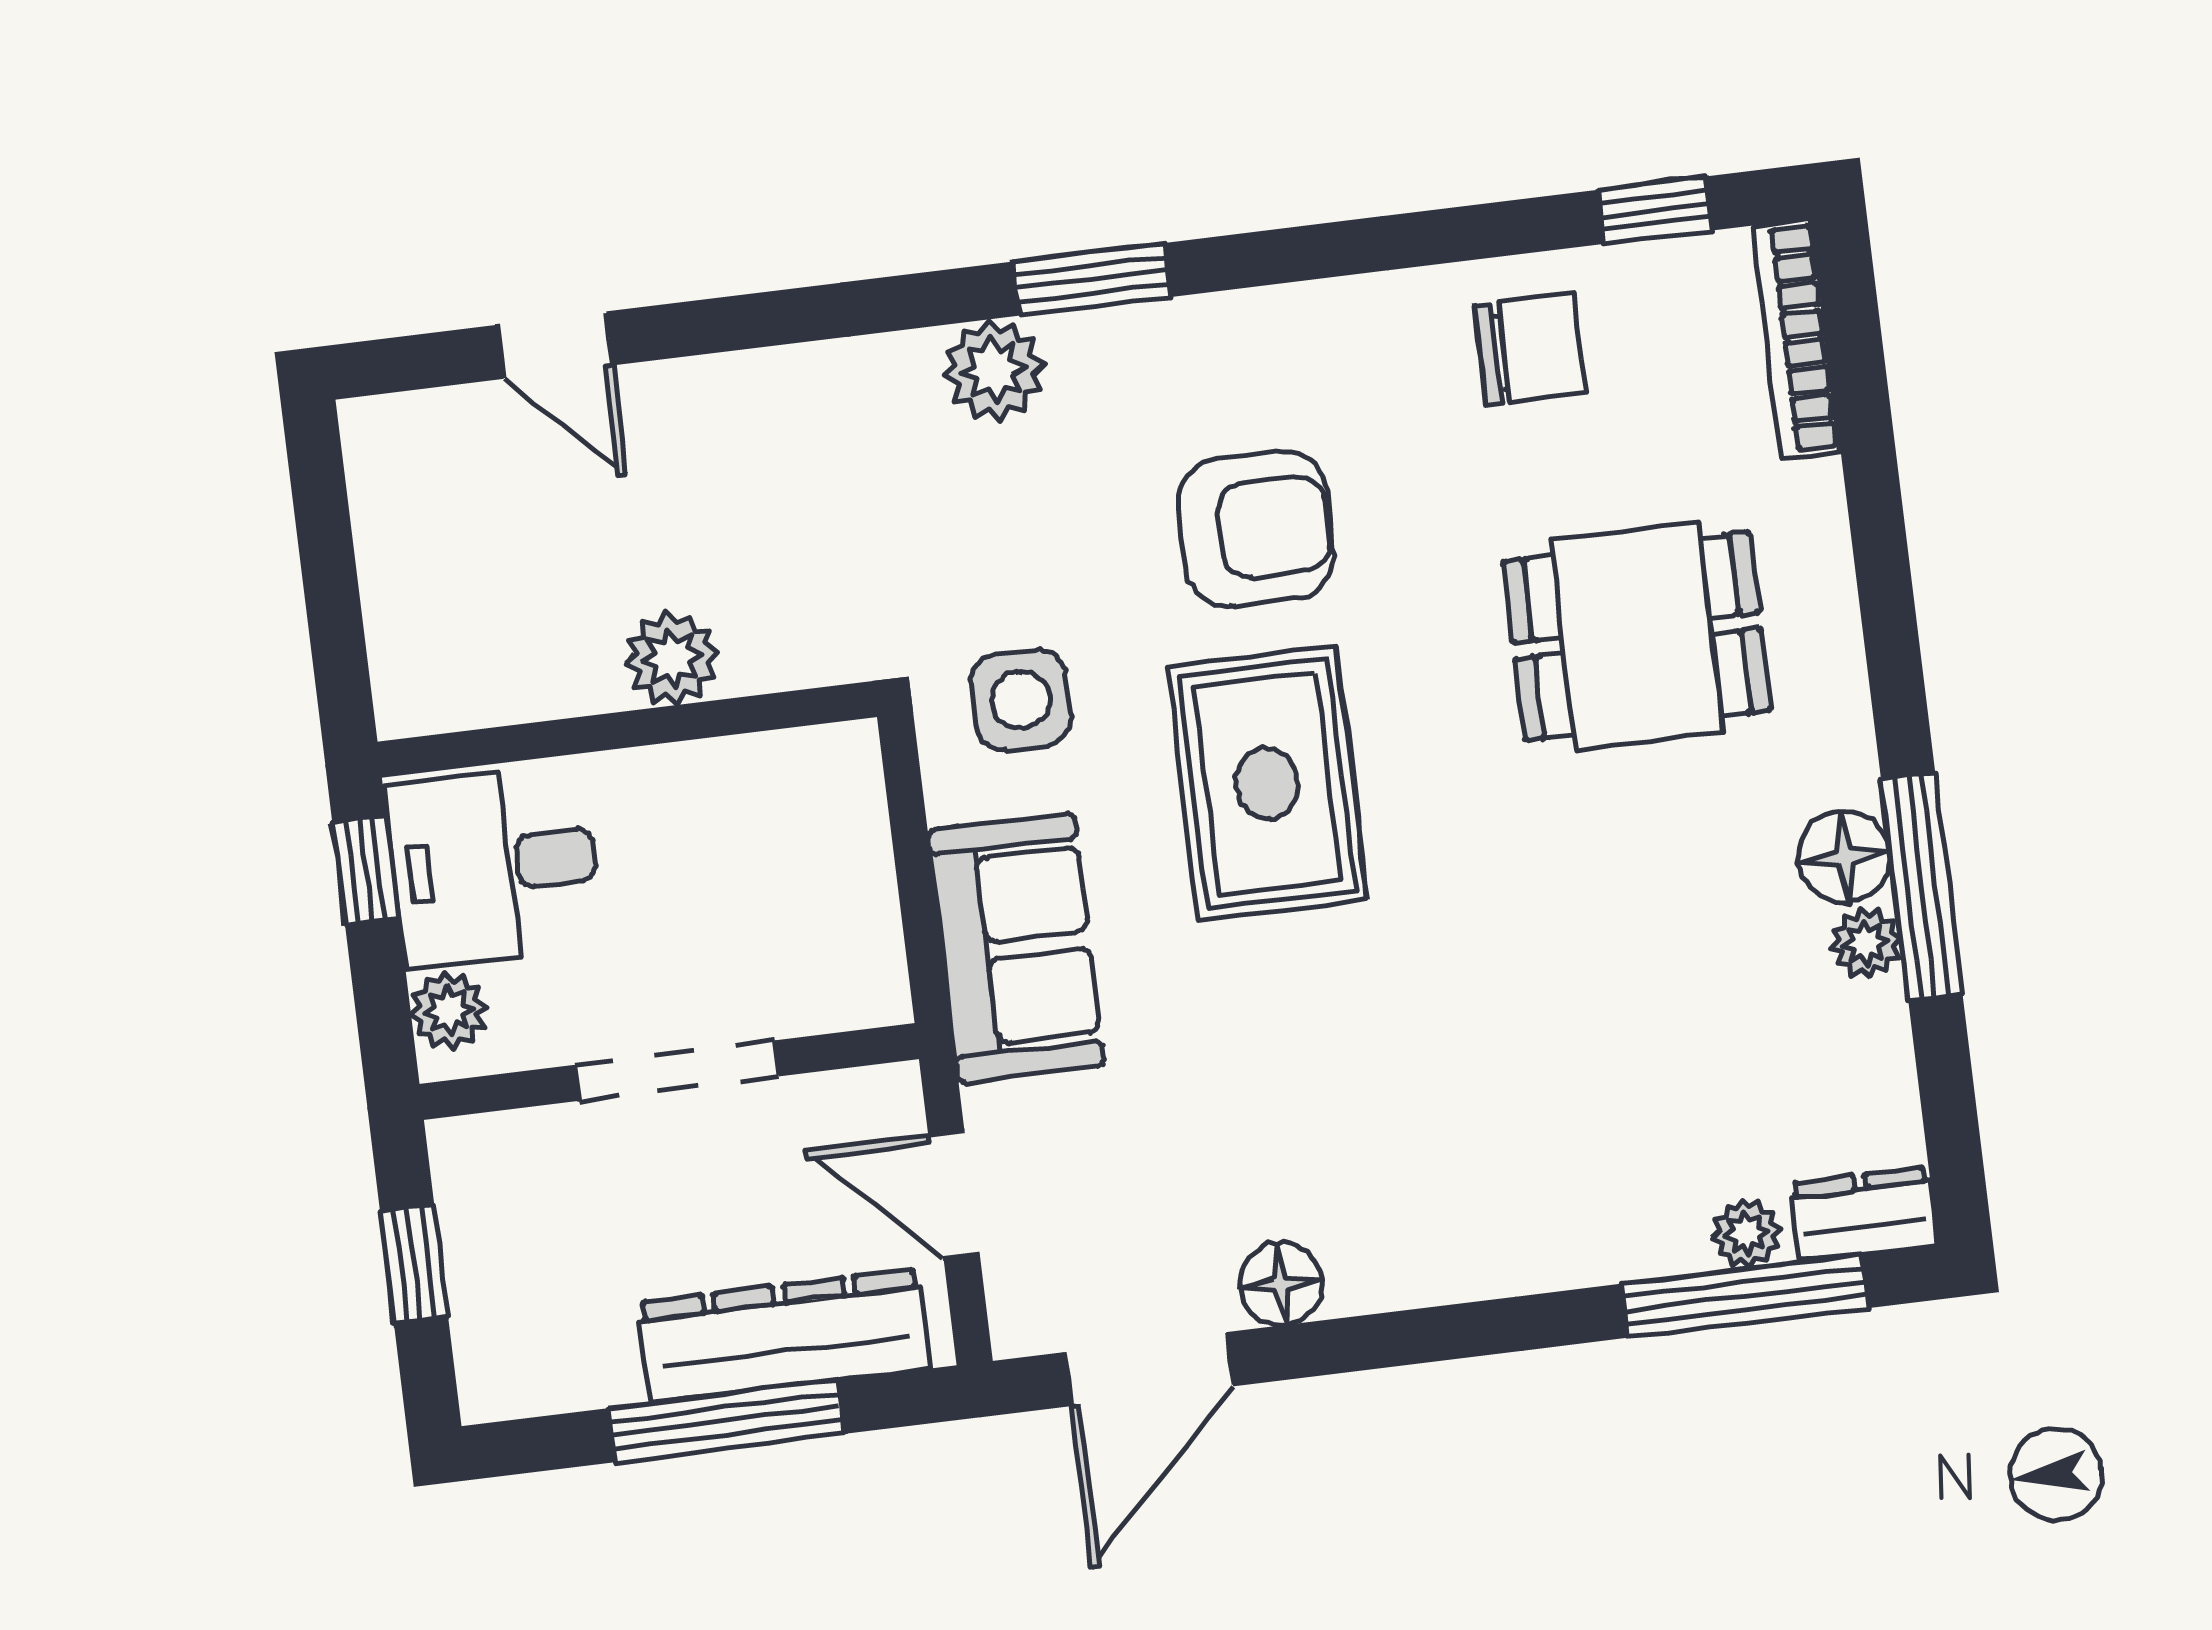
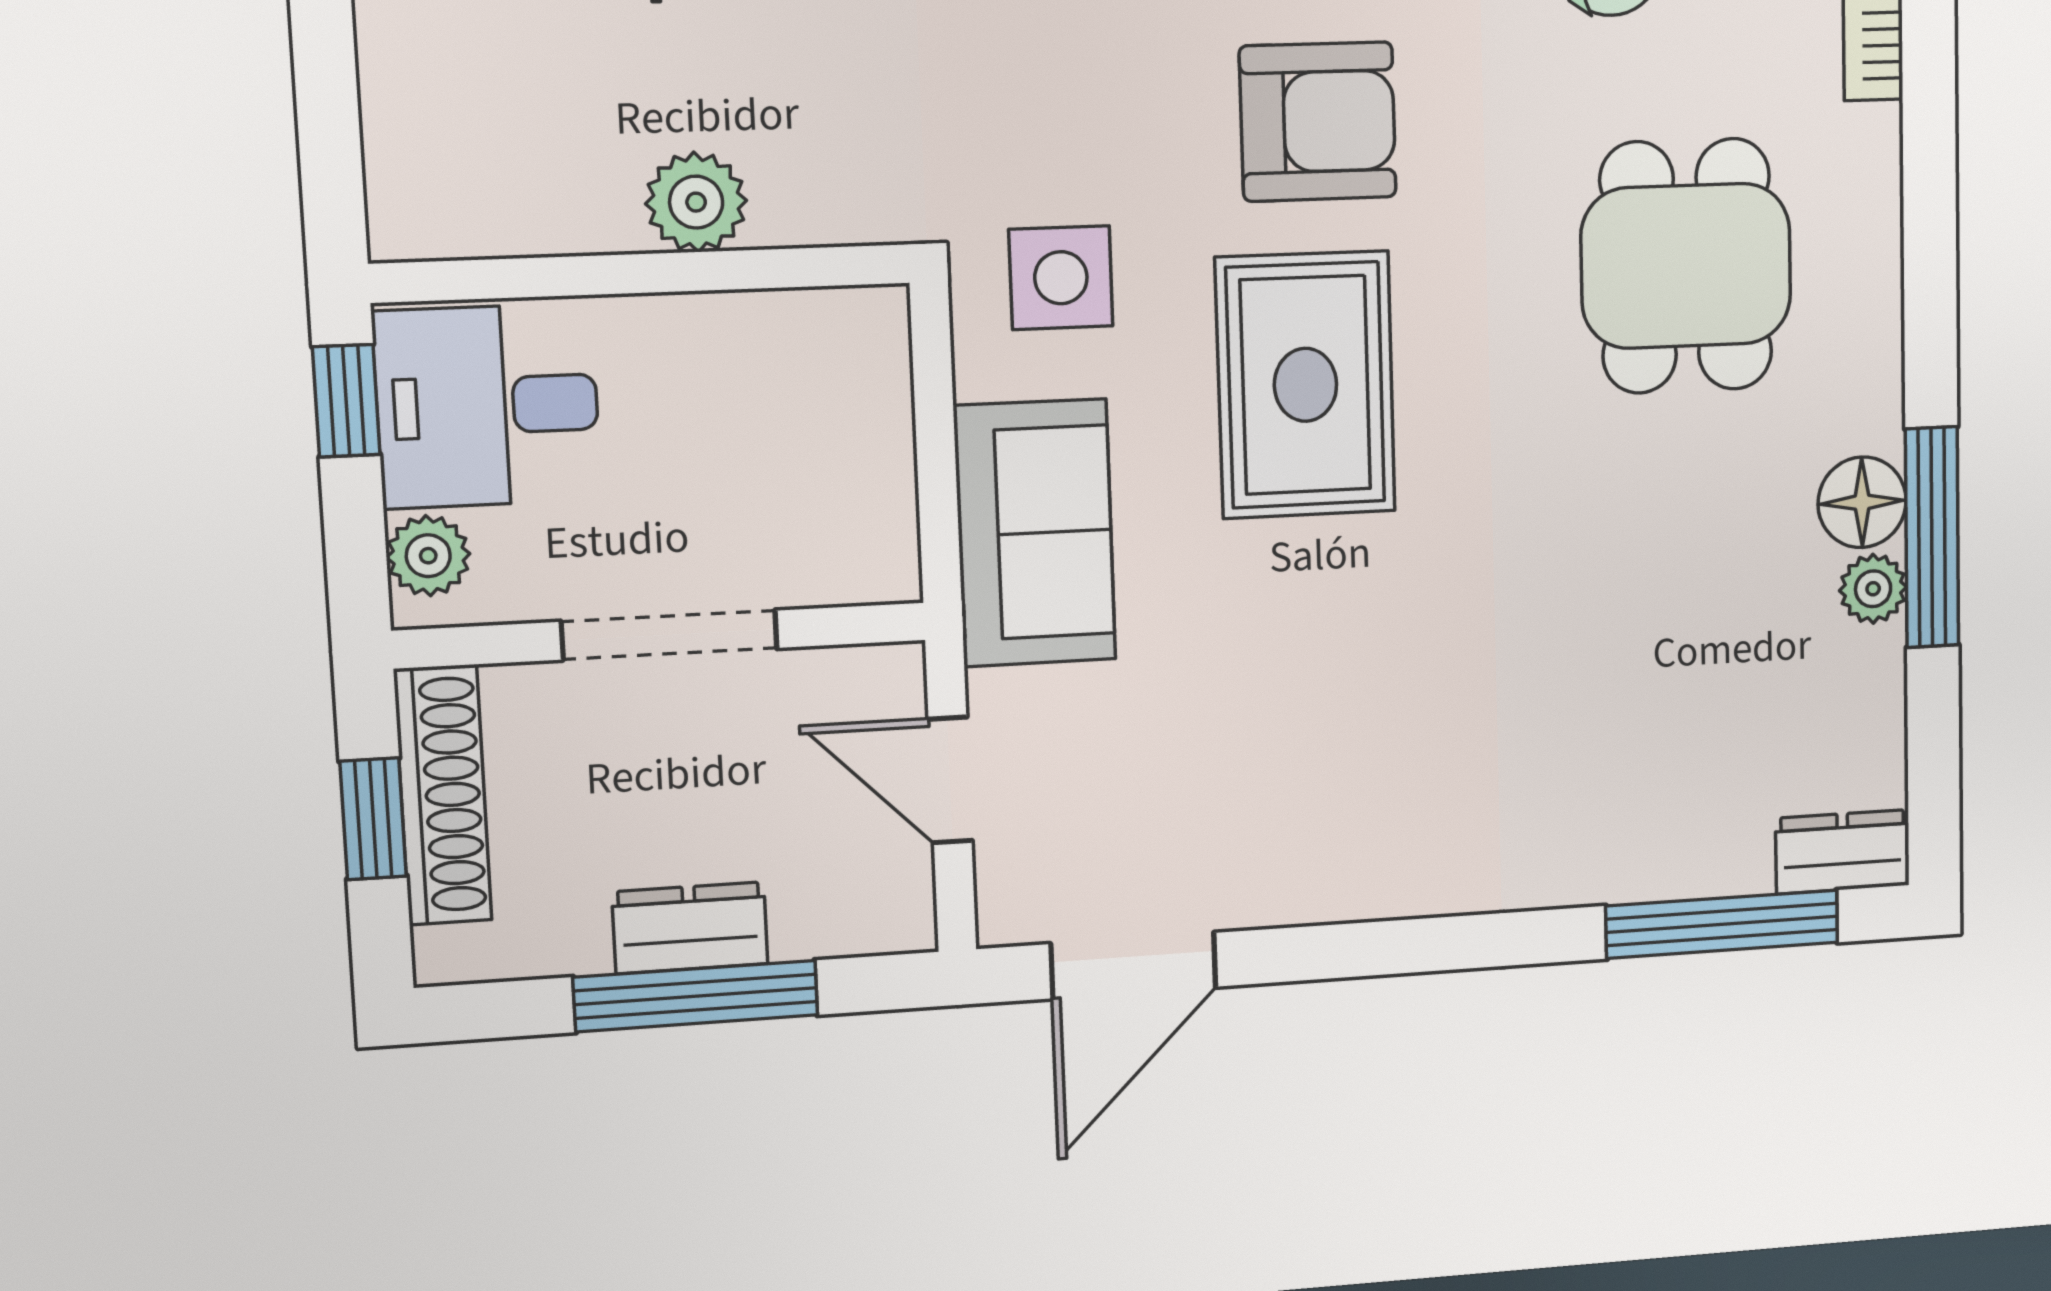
dining table: (1637, 636) -> (1686, 266), turned 90
plant: (1746, 1234) -> (1730, 864), removed
shoe rack: (477, 1238) -> (443, 795), added
floor lamp: (1281, 1284) -> (1273, 888), removed
dresser: (784, 1336) -> (690, 928), width x0.51, depth x0.80

